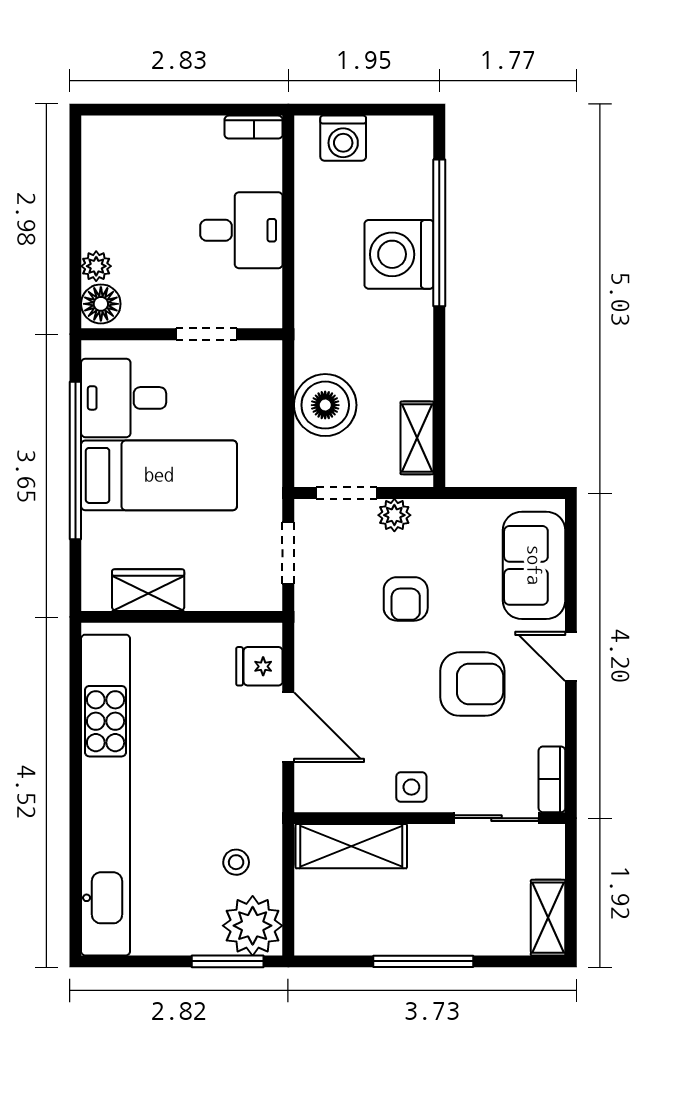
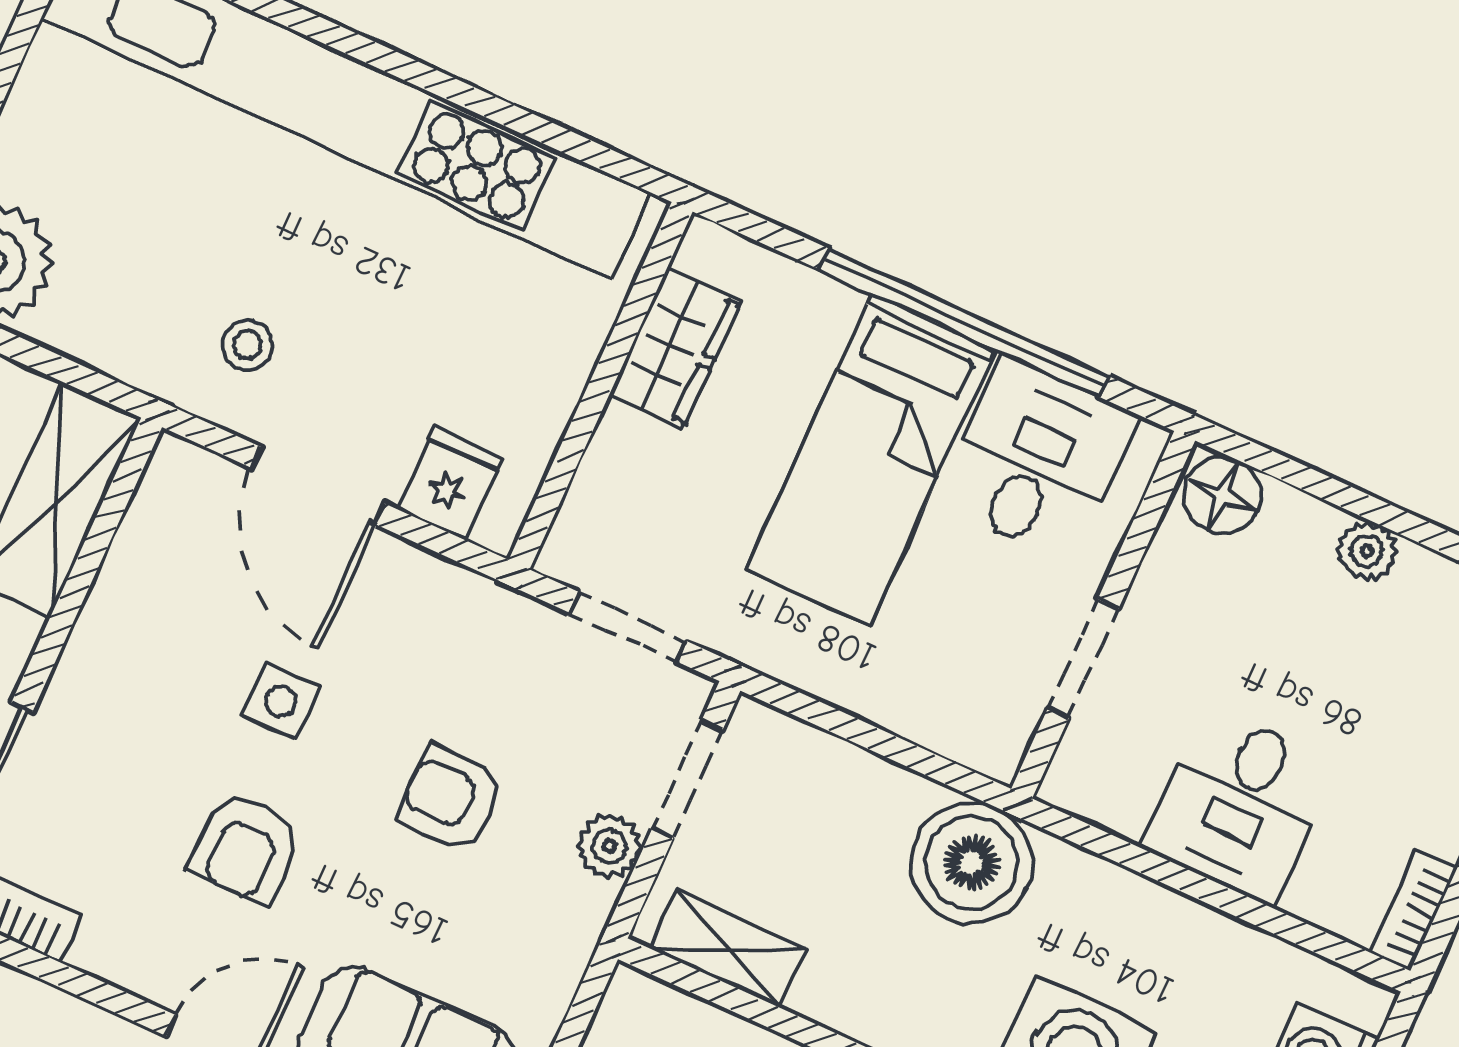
plant: (96, 266) -> (1367, 551), moved
boiler: (325, 405) -> (972, 863), moved
armchair: (472, 684) -> (246, 848), width x0.72, depth x0.72
door: (288, 727) -> (318, 486), hinge flipped
side table: (411, 787) -> (281, 701), moved
stool: (236, 862) -> (247, 345), moved

